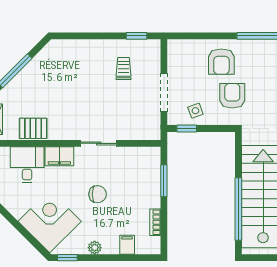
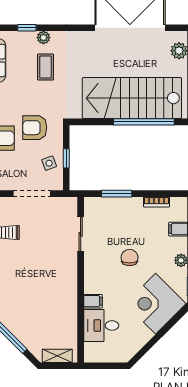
pallet: (33, 128) -> (66, 320), removed
window: (187, 129) -> (66, 158), moved
sliding door: (99, 143) -> (81, 234), moved
filing cabinet: (59, 156) -> (93, 301), width x0.50

